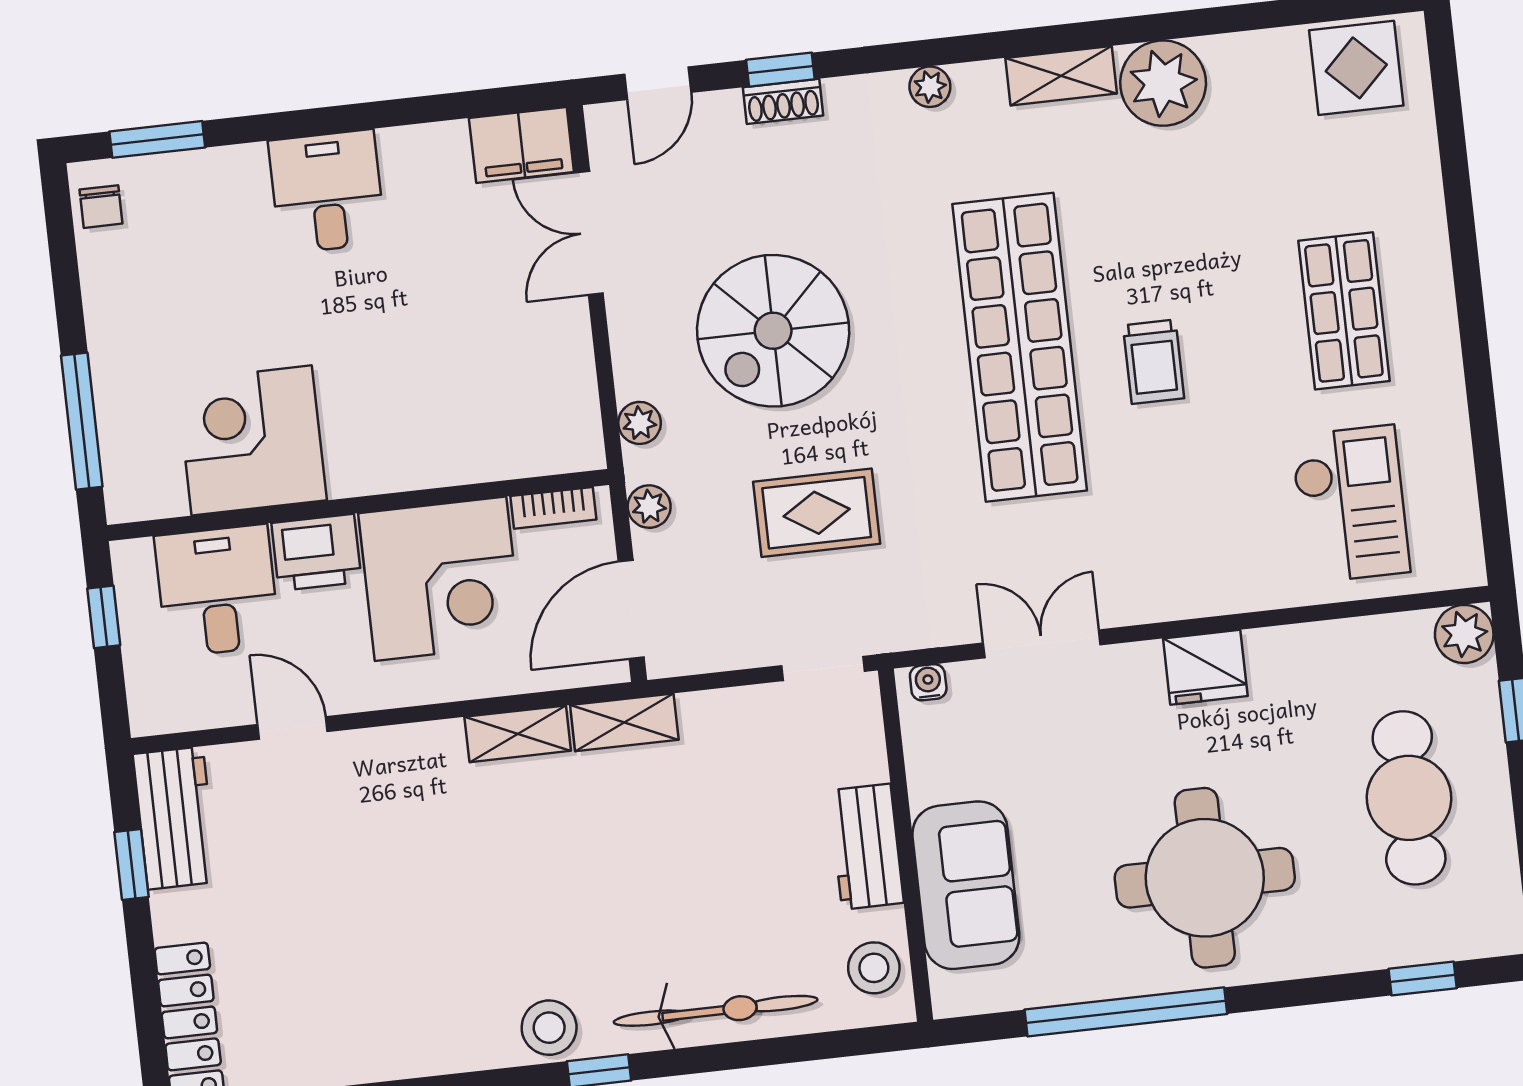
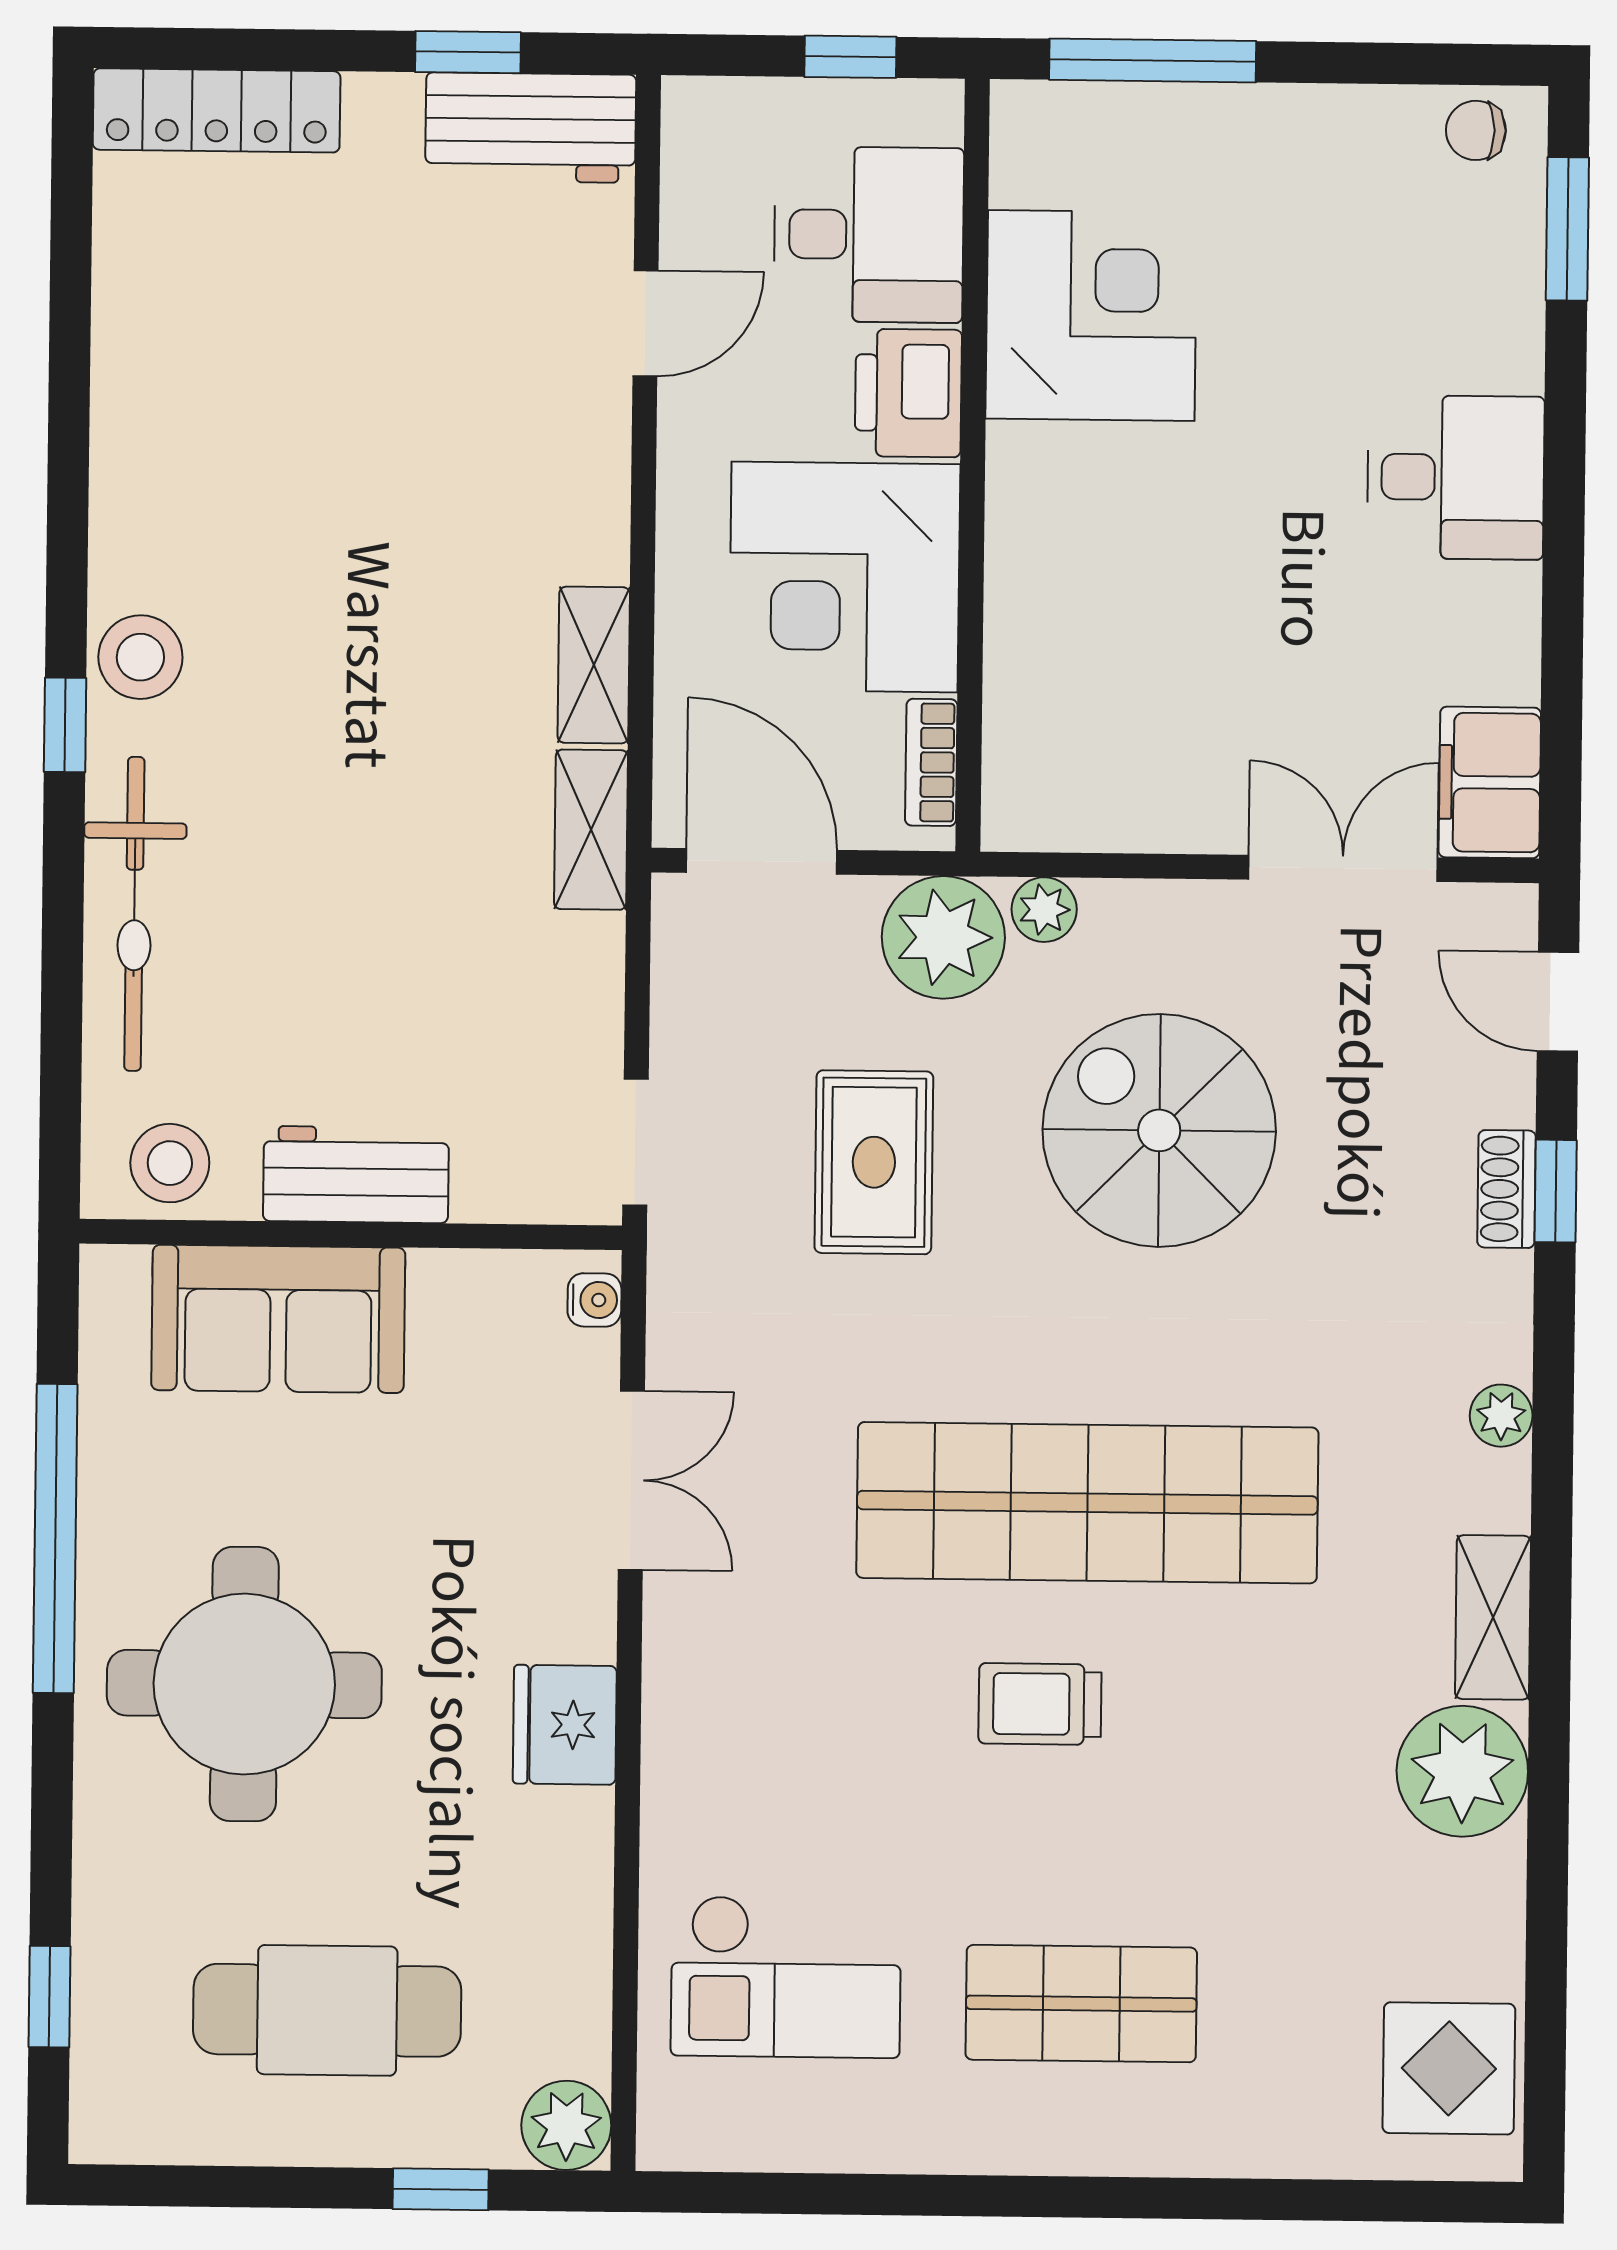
plant: (649, 507) -> (943, 937), width x1.87, depth x1.87

